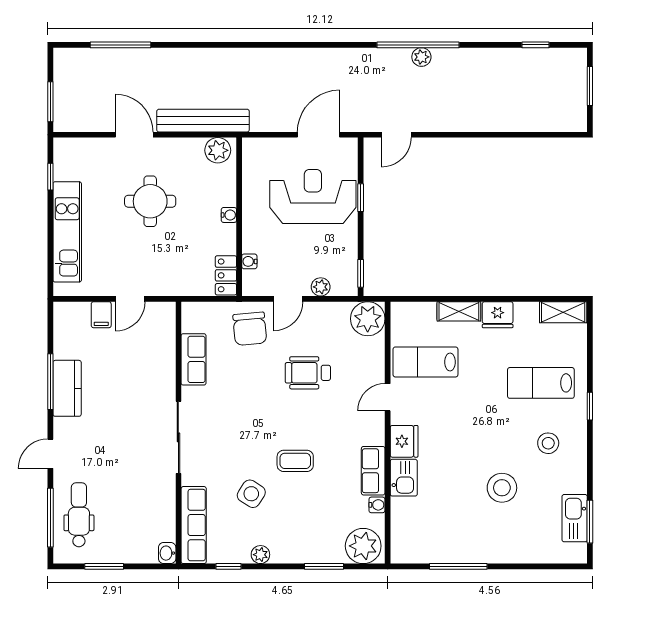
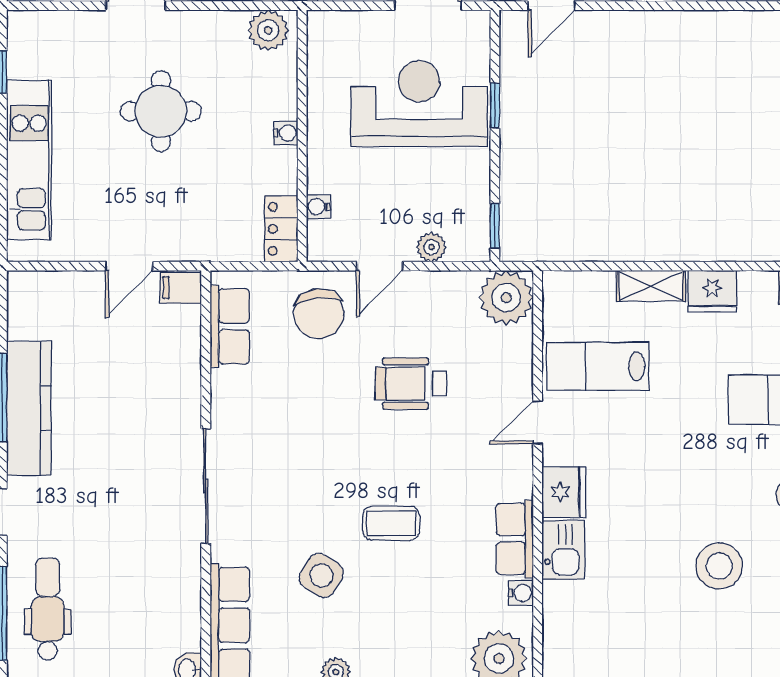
filing cabinet: (101, 315) -> (181, 288), moved, turned 90
row of seats: (194, 359) -> (230, 326), moved
kitchen counter: (67, 388) -> (29, 408), width x1.50

